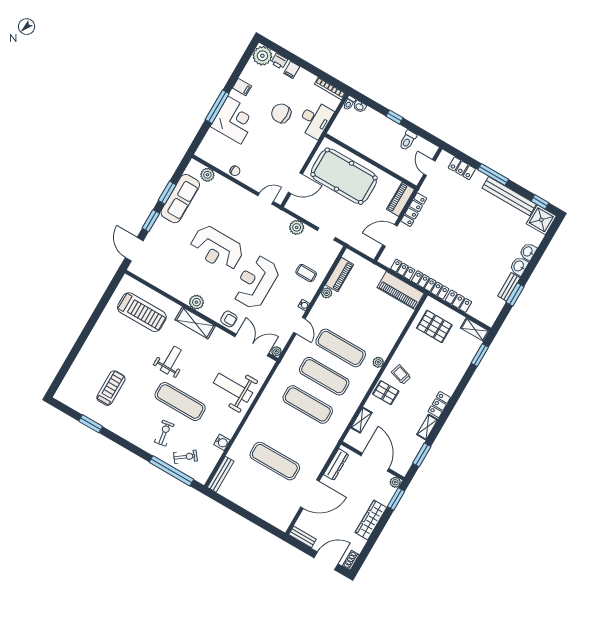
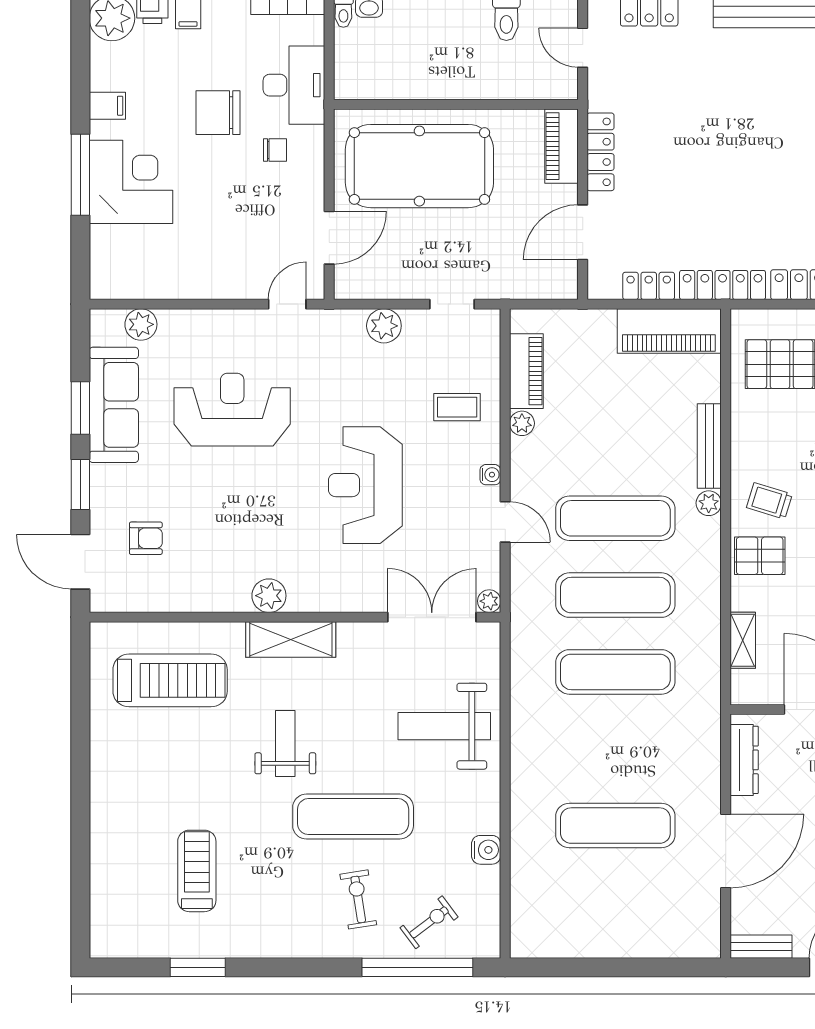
chair: (235, 171) -> (275, 150), moved
reception desk: (217, 248) -> (232, 410), moved, turned 180
armchair: (229, 319) -> (146, 538), moved
bench: (221, 474) -> (709, 446), moved

